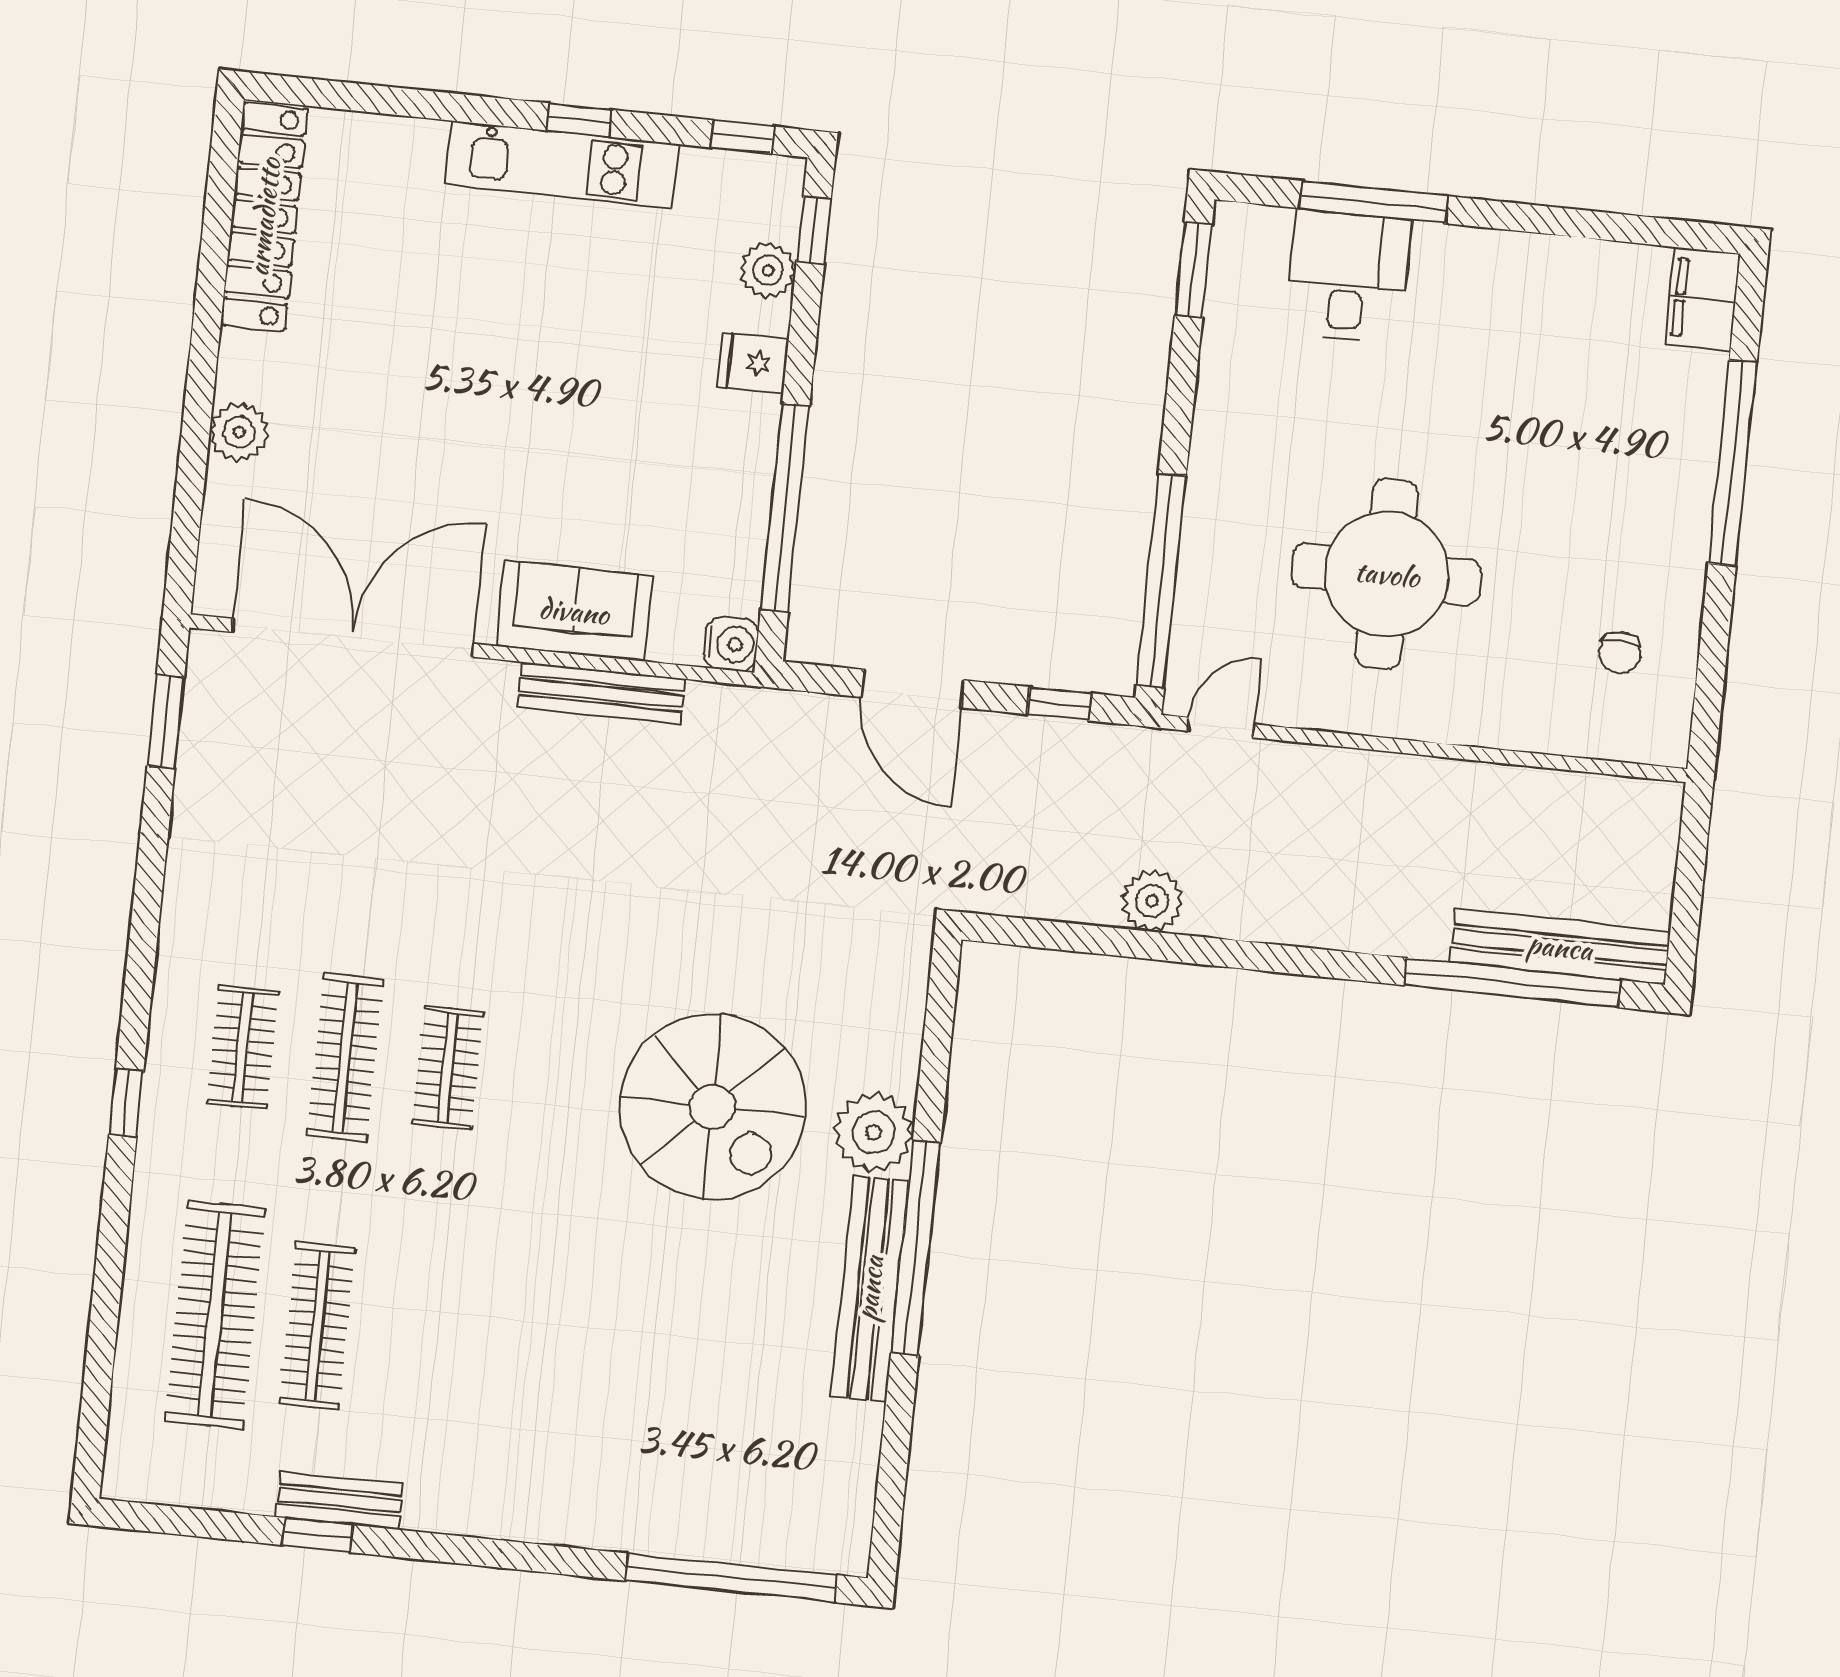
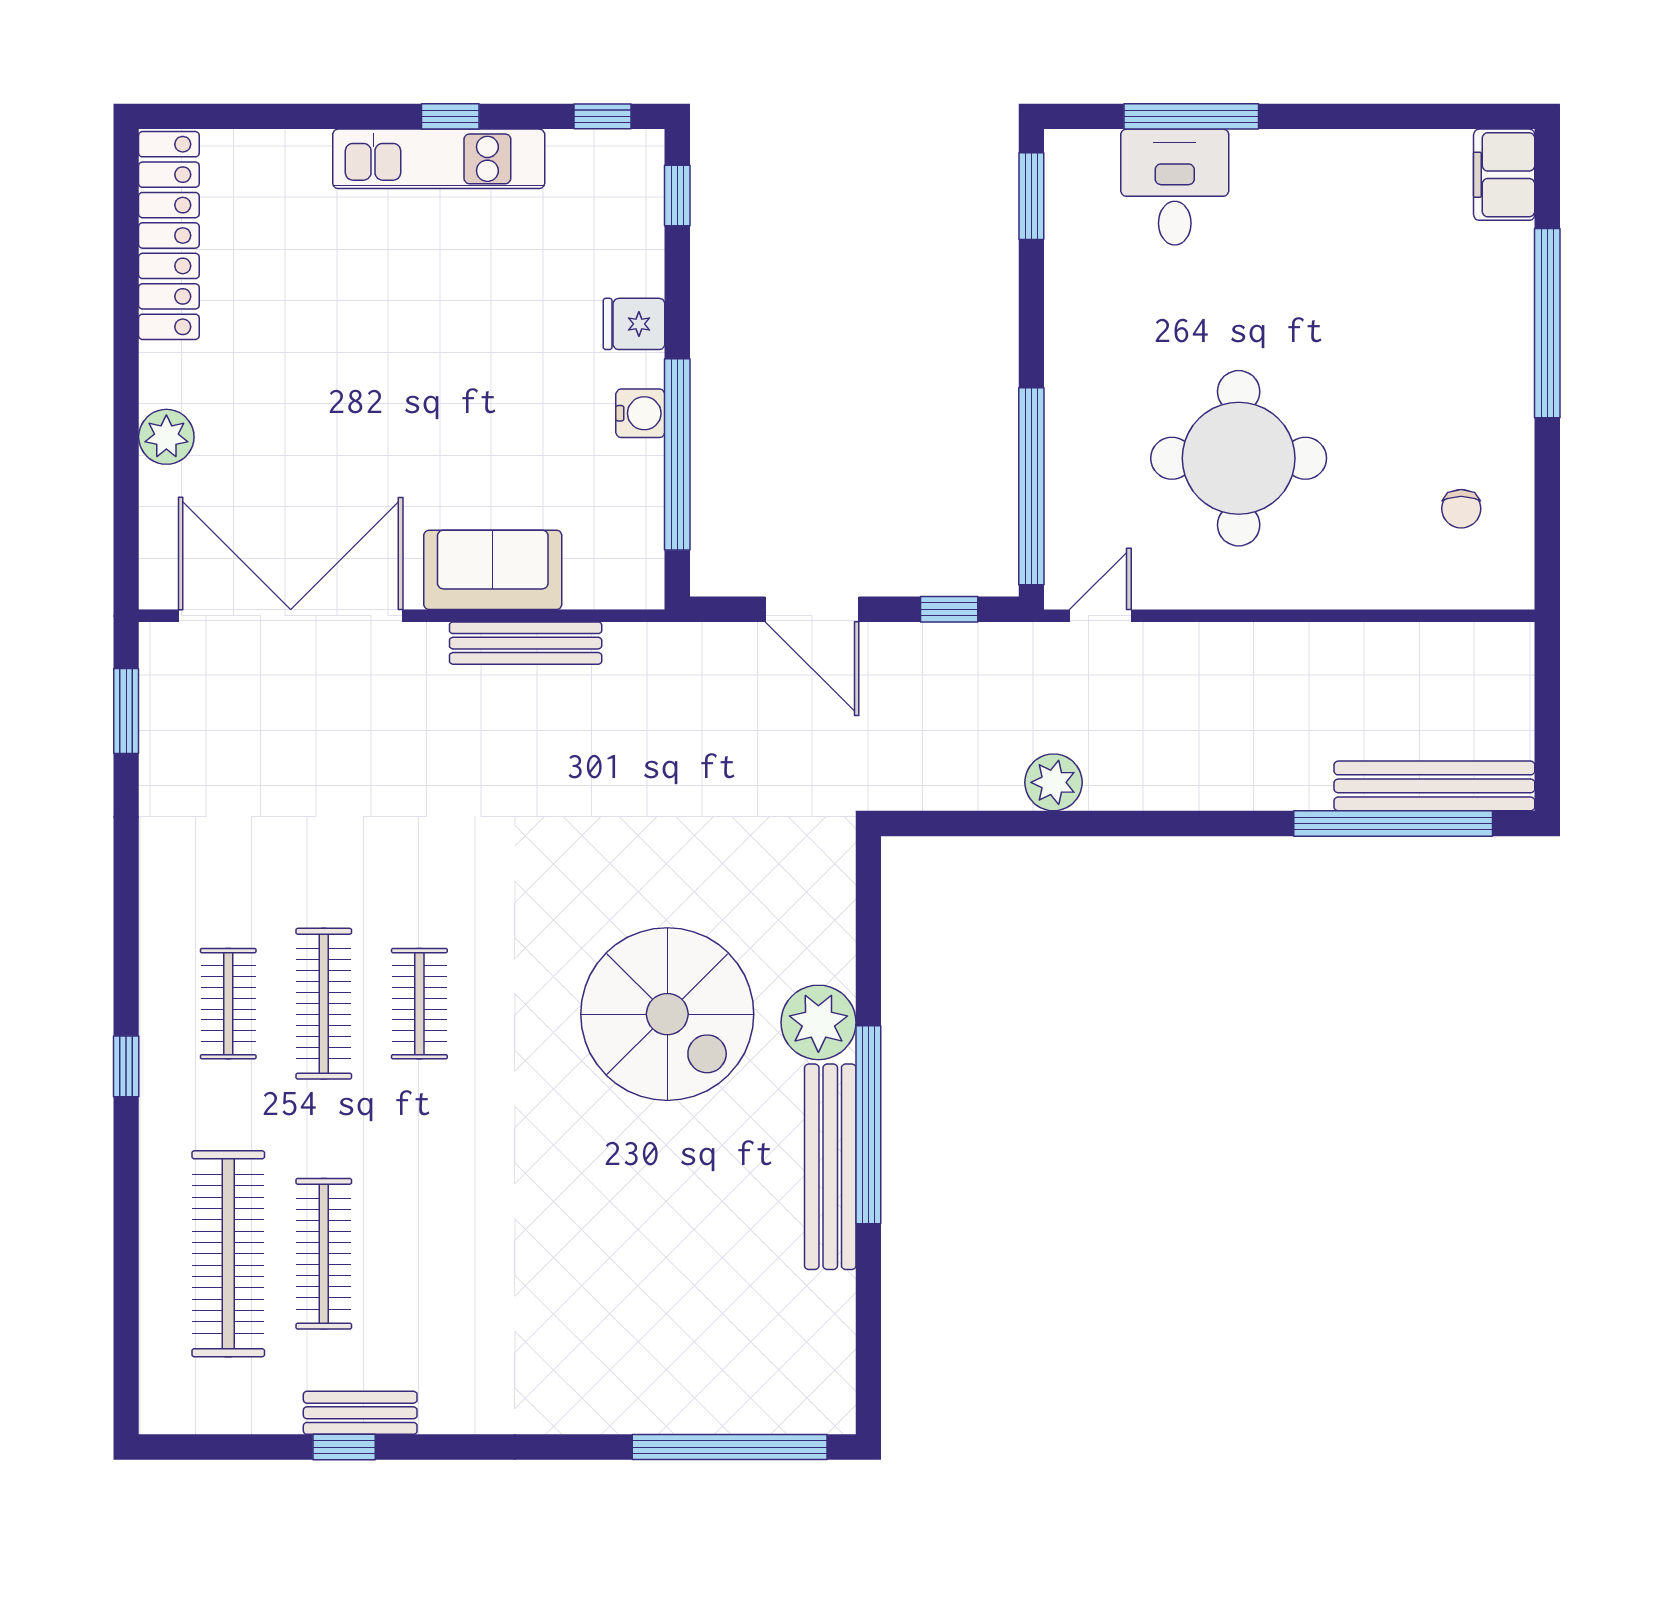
plant: (768, 270) -> (639, 237), removed
water cooler: (731, 644) -> (640, 413), moved

